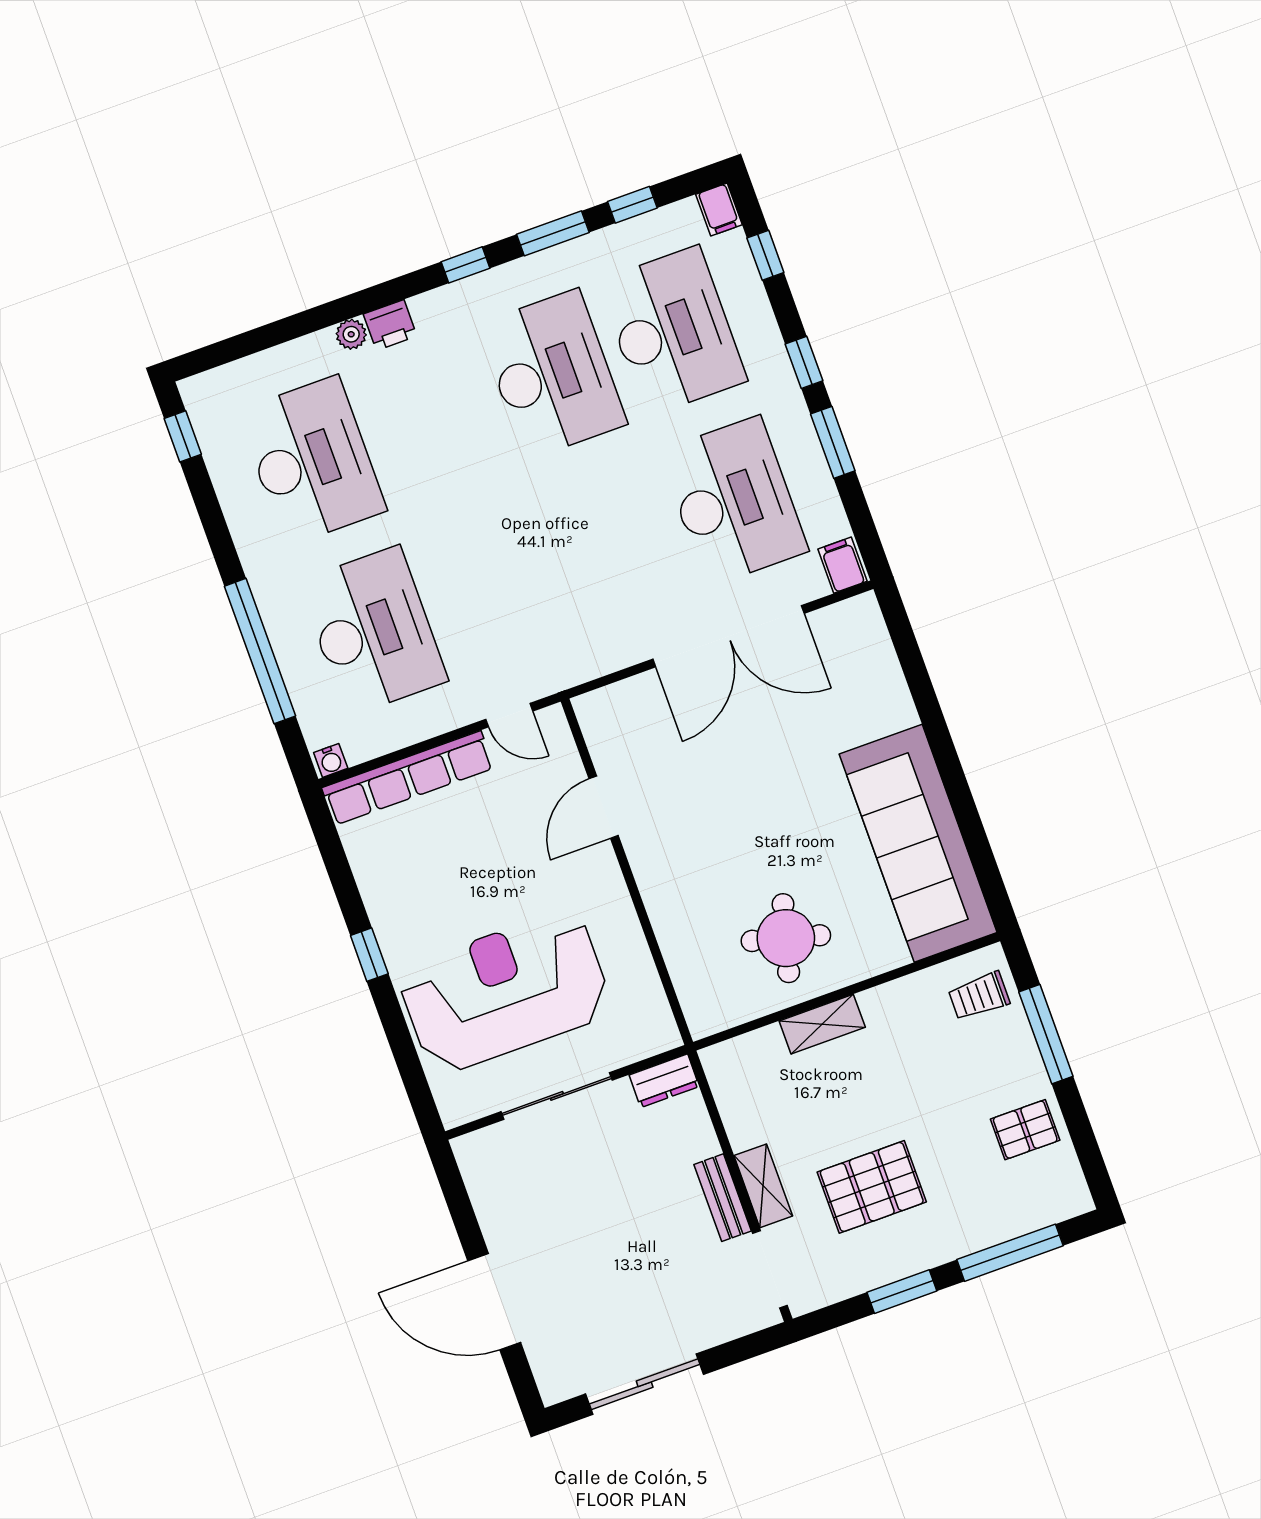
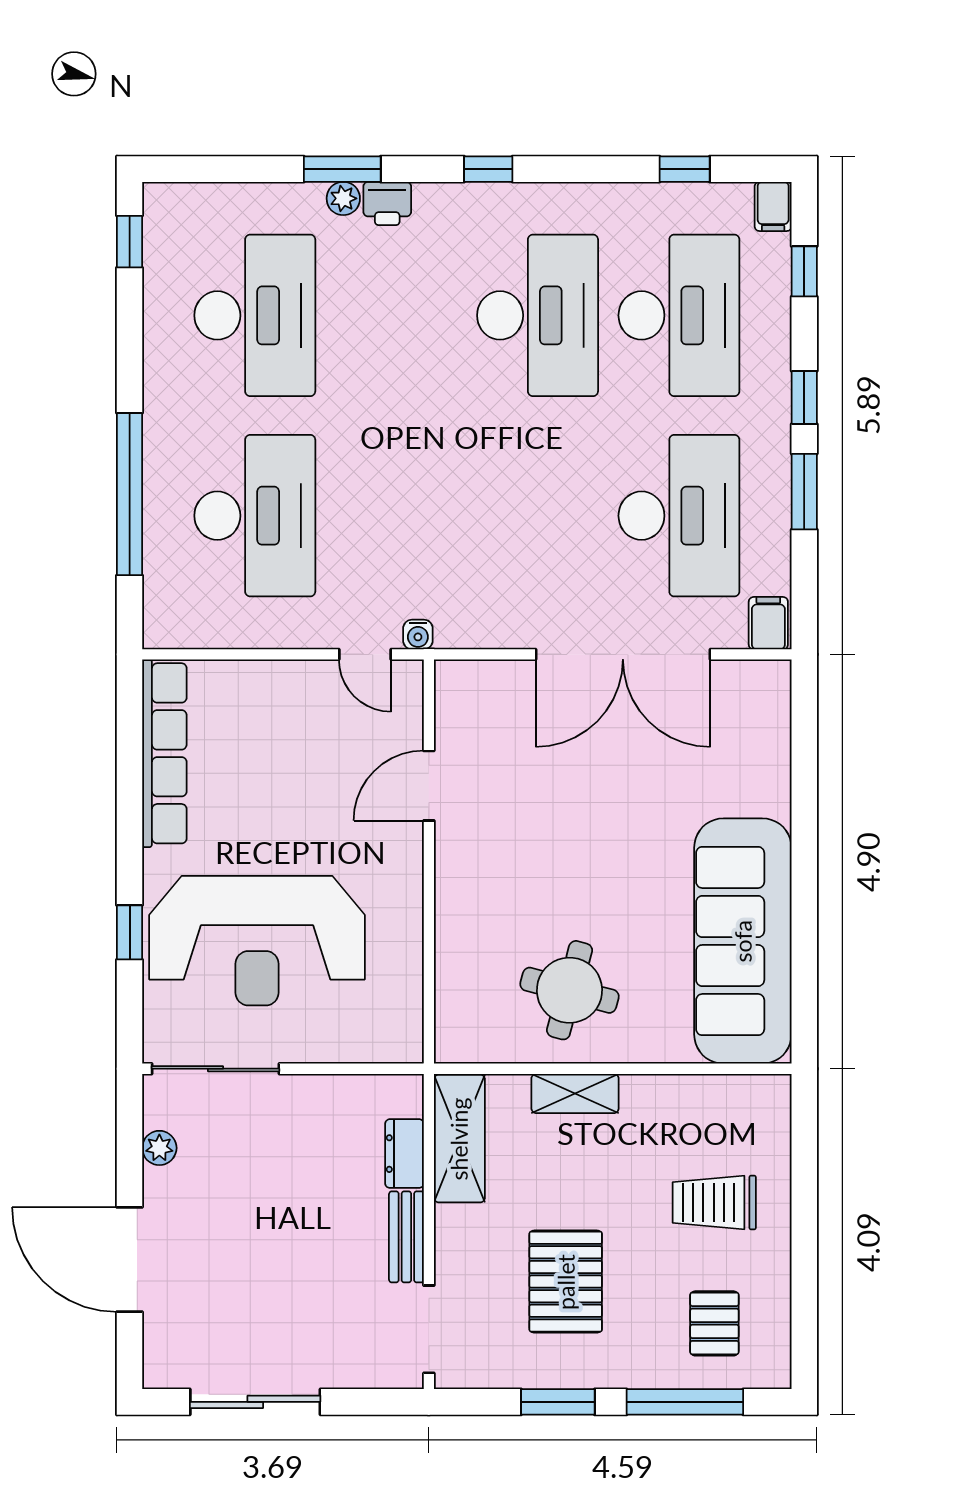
window: (553, 233) -> (342, 169), moved
water cooler: (331, 760) -> (418, 635), moved
row of seats: (408, 778) -> (164, 753), moved, turned -90
window: (369, 955) -> (130, 932), moved
reception desk: (505, 992) -> (257, 941), turned 180
trolley: (979, 996) -> (714, 1202), moved, width x1.36, depth x1.39
window: (1046, 1034) -> (804, 1188), removed
dresser: (664, 1081) -> (404, 1154), moved, turned 90
sliding door: (557, 1096) -> (215, 1069), moved
pallet: (1025, 1130) -> (714, 1323), moved, turned 90
shelving: (763, 1186) -> (459, 1139), moved, width x1.50, depth x1.33
pallet: (872, 1187) -> (566, 1282), turned 90
plant: (485, 1198) -> (159, 1148), added

